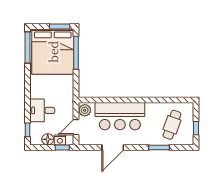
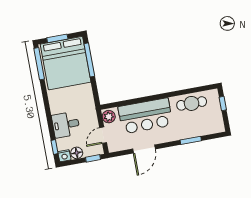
window: (60, 26) -> (57, 38), moved
cafe table: (172, 125) -> (192, 103), moved, turned 70
window: (196, 128) -> (223, 104), moved
nightstand: (60, 140) -> (64, 156), moved

